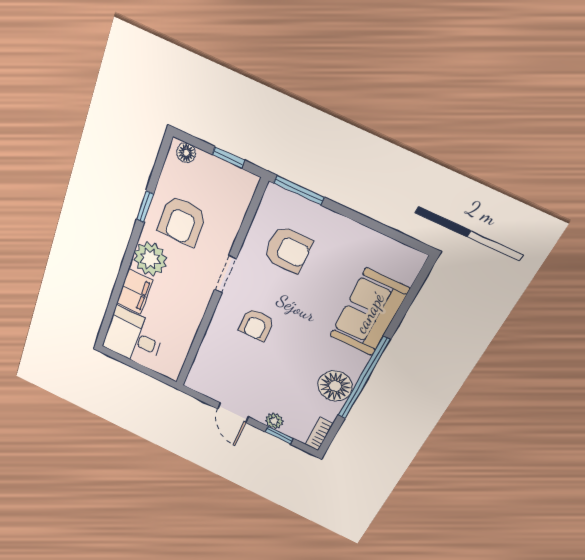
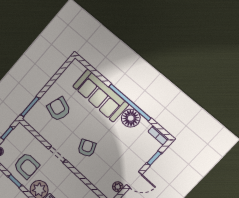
armchair: (288, 250) -> (59, 109), moved, turned -72
sofa: (369, 313) -> (100, 95), width x1.36
armchair: (256, 325) -> (87, 148), turned -113
plant: (274, 421) -> (118, 187), moved

